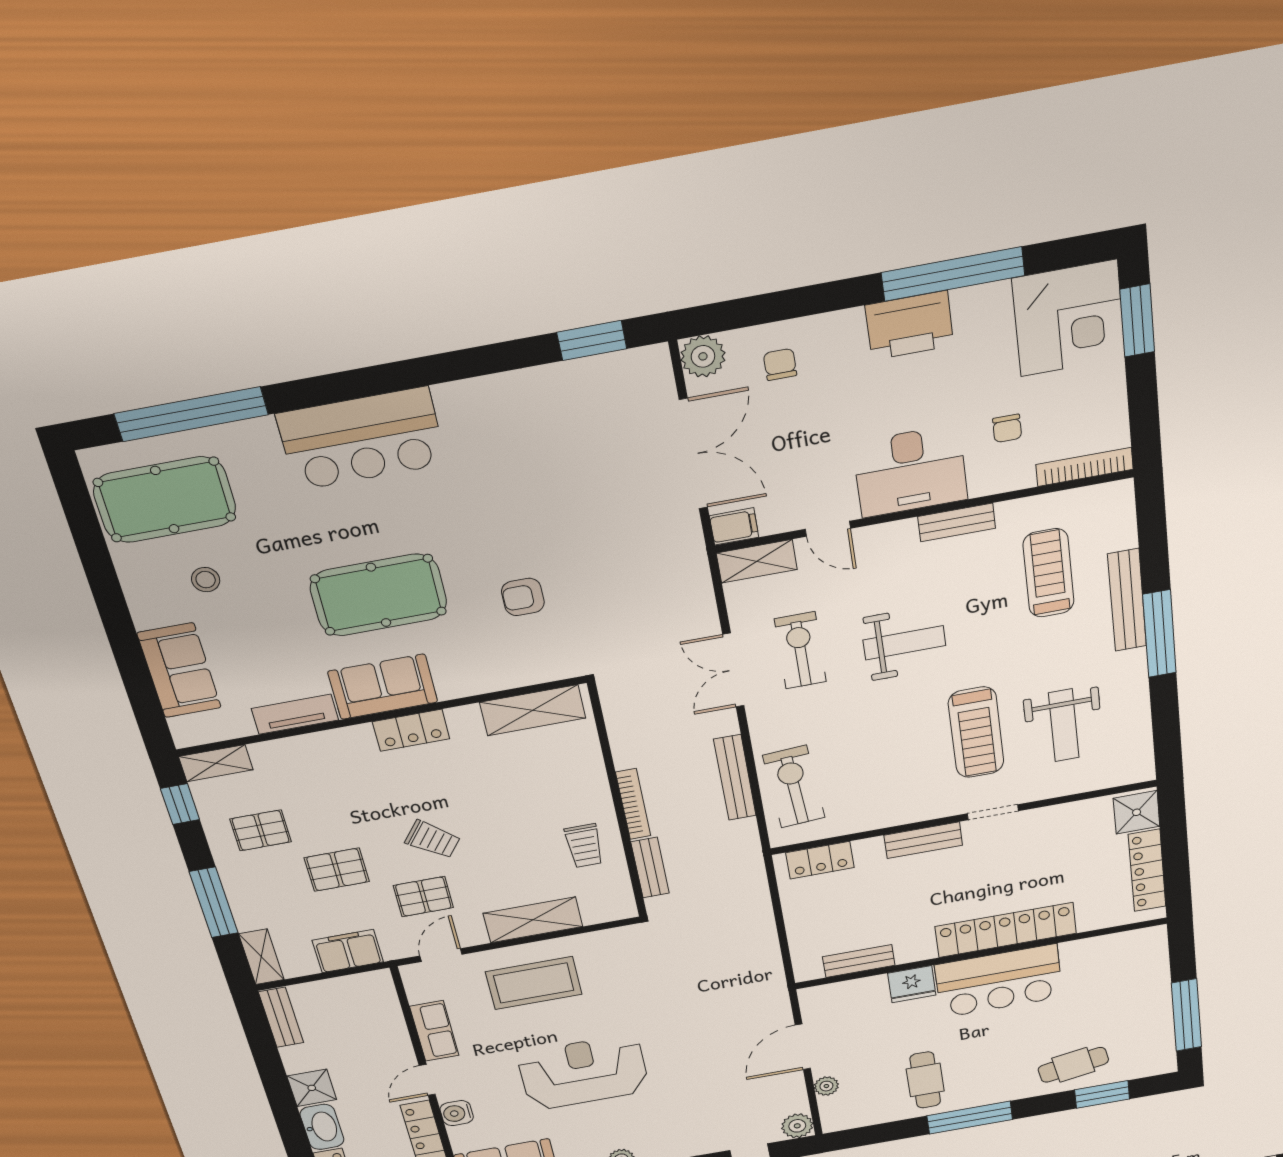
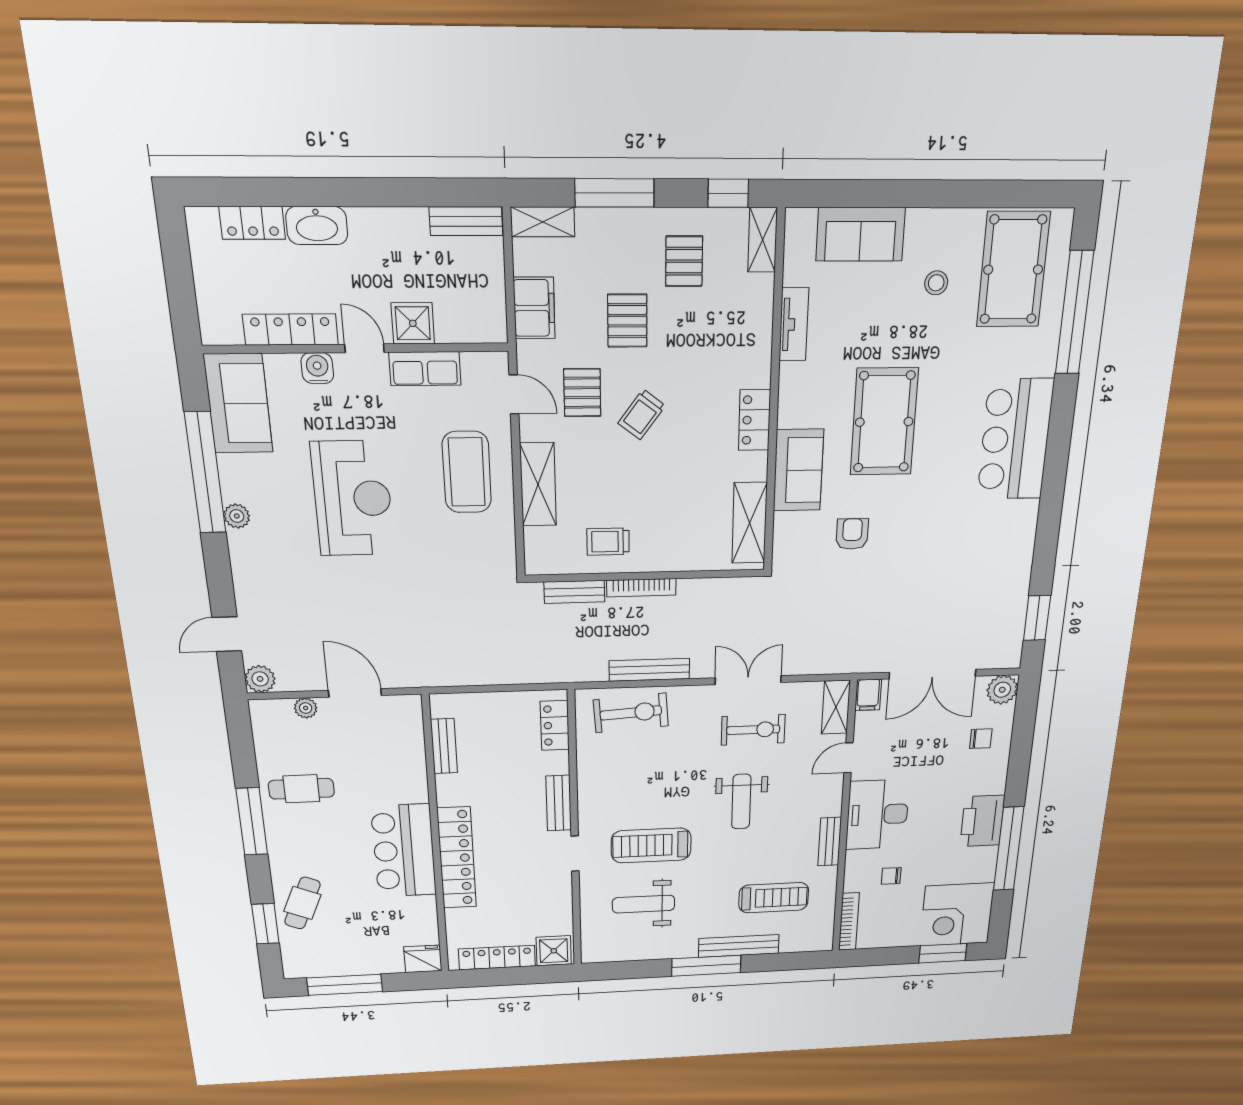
sofa: (383, 687) -> (798, 470), moved
fridge: (912, 984) -> (423, 959), moved, turned 90
cafe table: (1073, 1065) -> (302, 903), turned 33
shower: (312, 1088) -> (413, 323), moved

